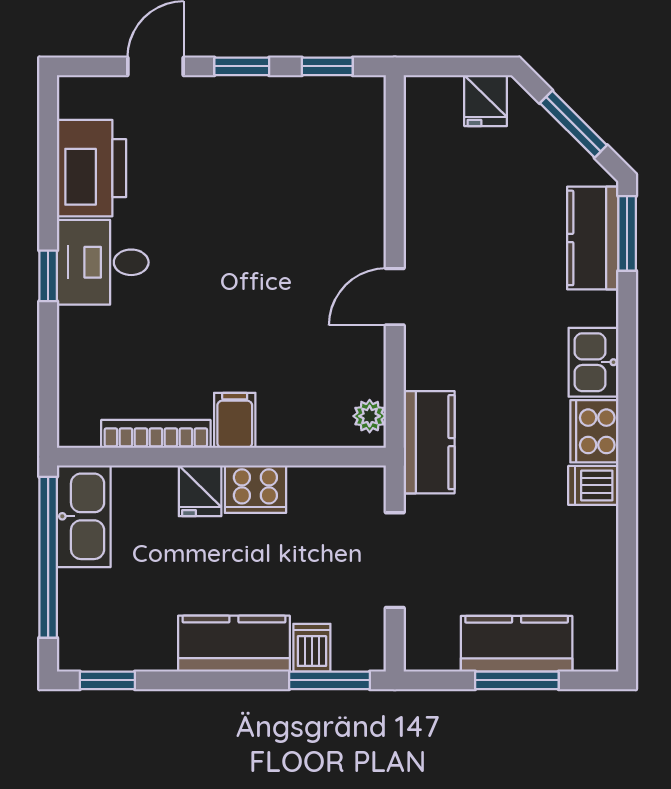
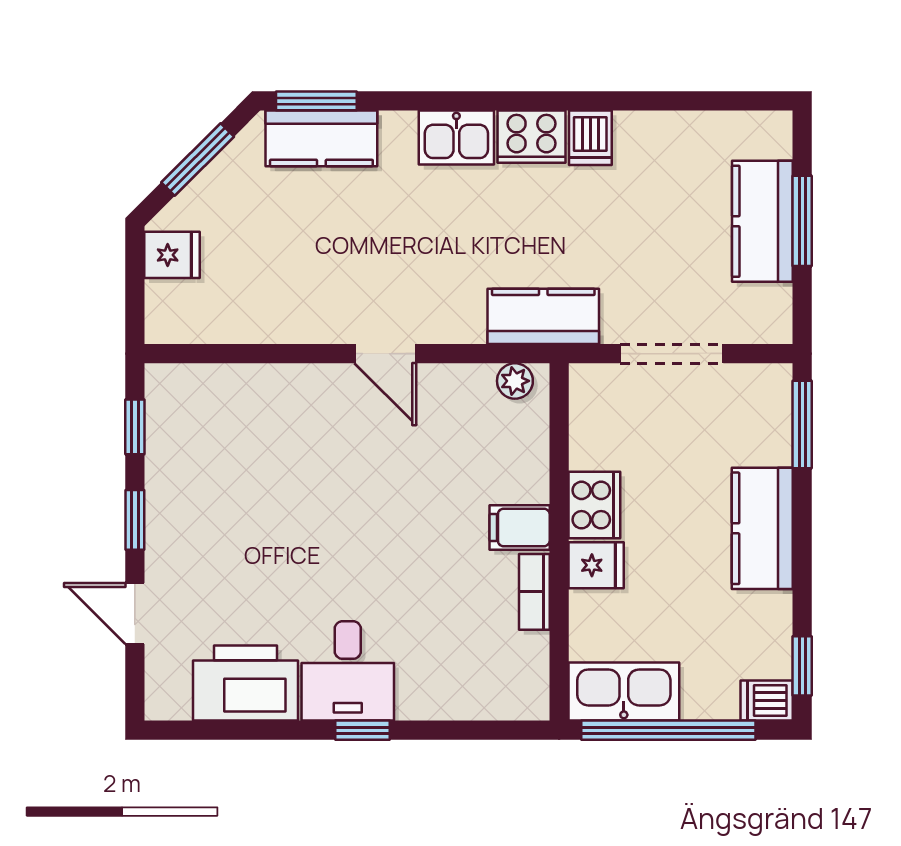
bookcase: (156, 434) -> (534, 592), width x0.64
dishwasher: (312, 648) -> (767, 700), moved

